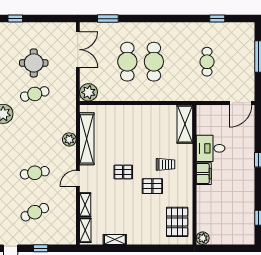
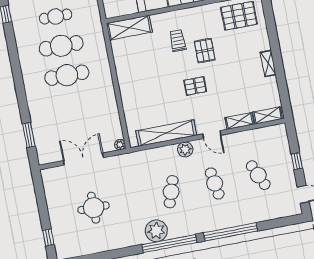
double door: (78, 50) -> (83, 159), moved
cafe table: (127, 62) -> (61, 46), moved
plant: (88, 92) -> (120, 145), width x0.53, depth x0.53
cafe table: (35, 94) -> (171, 192), moved, turned 33
plant: (69, 139) -> (185, 149), moved
pallet: (123, 172) -> (195, 86), turned 90
shelving: (115, 239) -> (268, 63), moved

